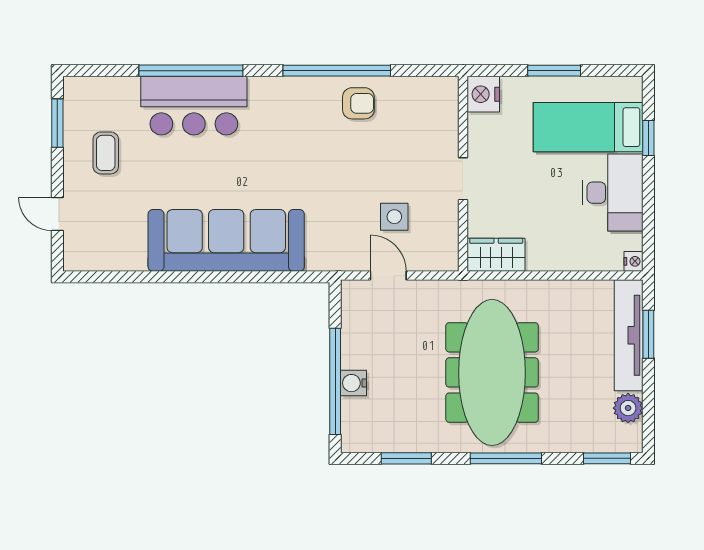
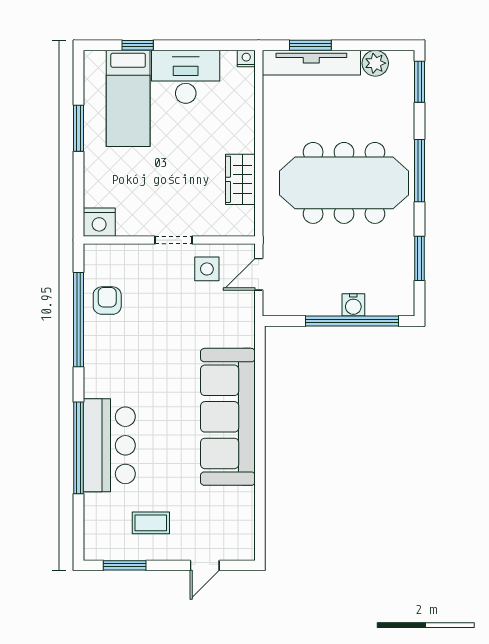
nightstand: (483, 94) -> (99, 222), moved
wall: (463, 174) -> (169, 240), moved
doorway: (463, 179) -> (174, 240), moved

